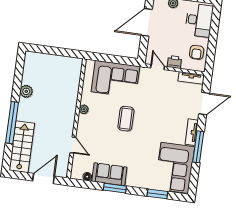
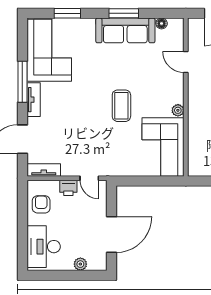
corner sofa: (116, 79) -> (163, 147), moved, turned -90
sofa: (109, 174) -> (125, 30), width x1.36

